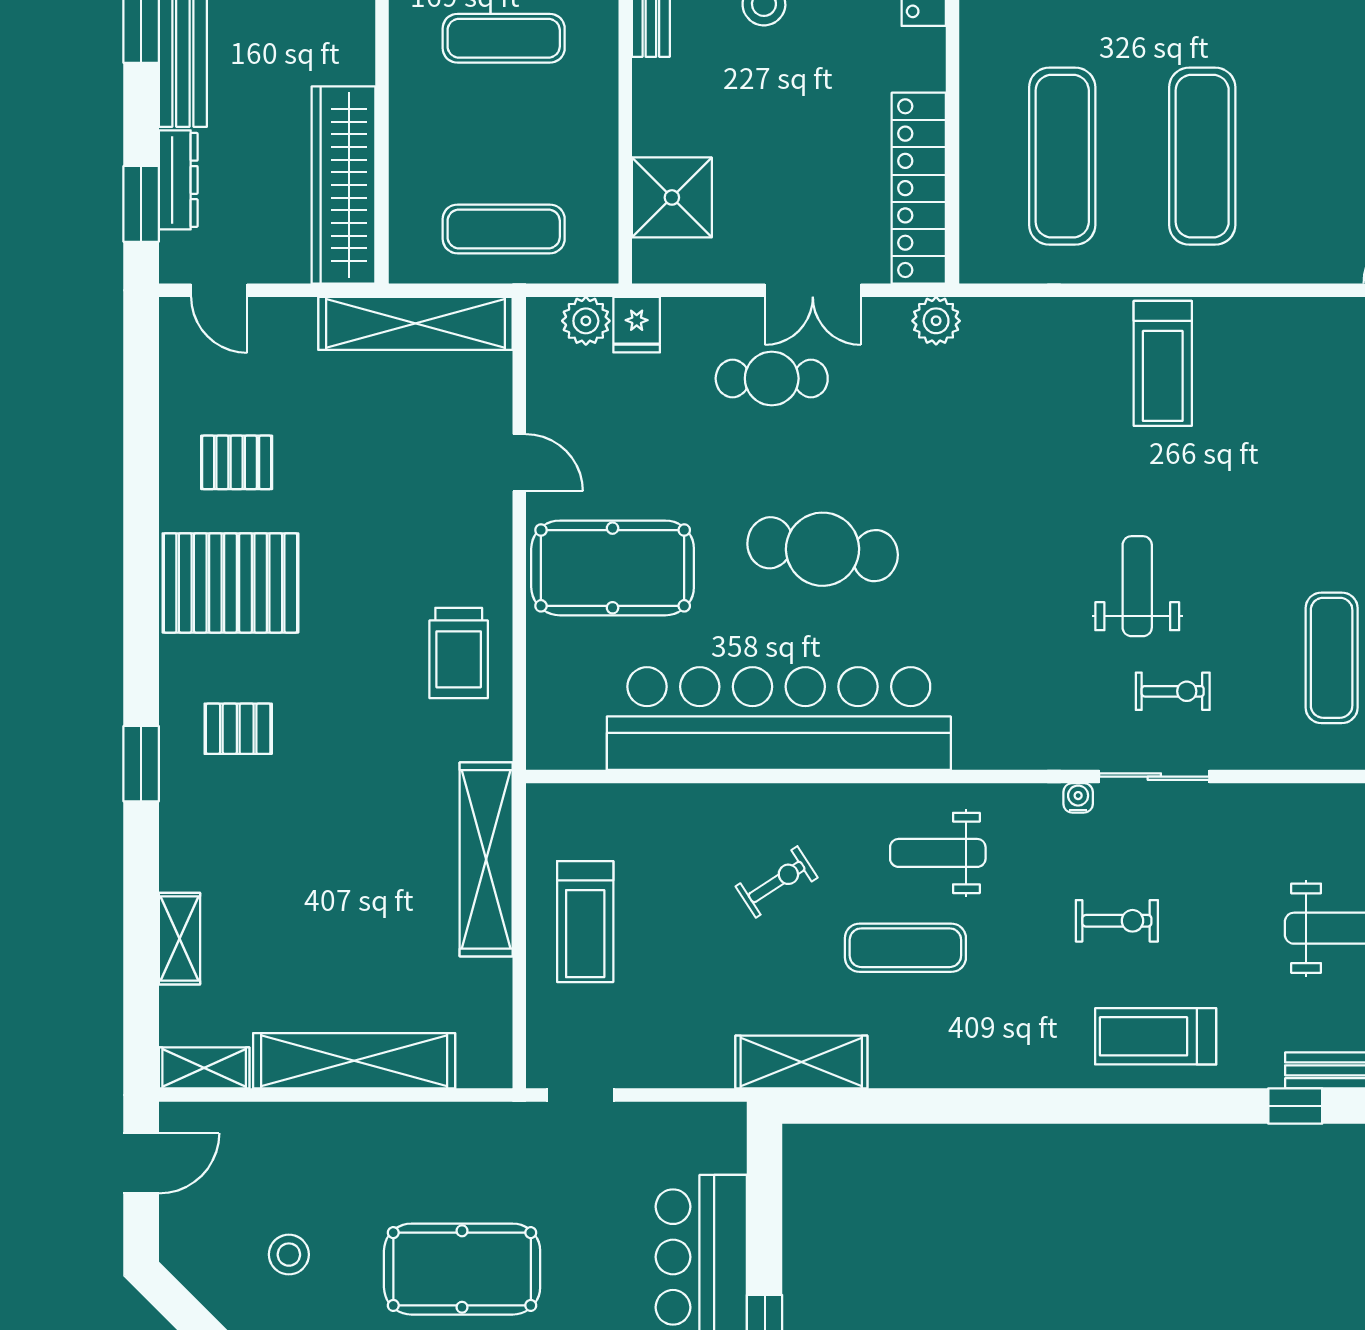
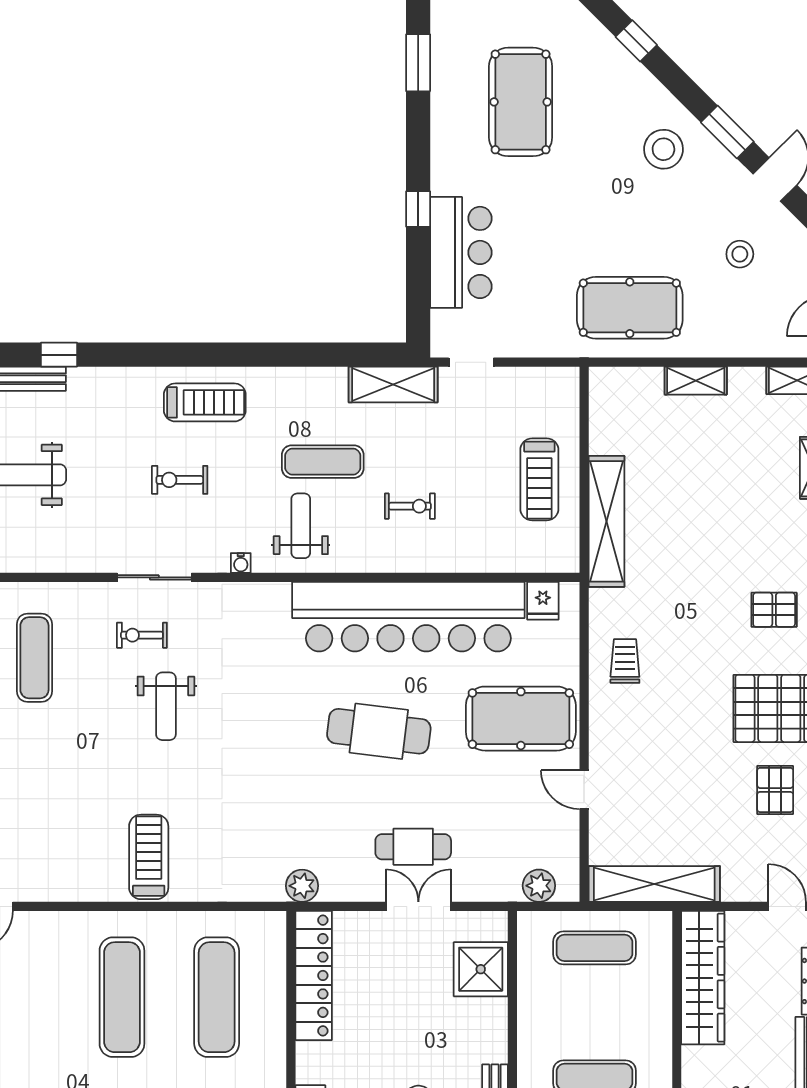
double door: (813, 290) -> (418, 906), moved
fridge: (637, 325) -> (543, 601), moved, turned 180
pallet: (237, 462) -> (775, 790), turned 90
trolley: (459, 653) -> (625, 661), width x0.73, depth x0.72
water cooler: (1078, 798) -> (241, 563), moved
weight bench: (938, 853) -> (301, 526), turned -90
exercise bike: (777, 882) -> (410, 506), turned -147
treadmill: (585, 922) -> (539, 479), turned 180
treadmill: (1156, 1036) -> (205, 402), moved
shelving: (354, 1061) -> (696, 381), width x0.45, depth x0.75
doorway: (581, 1095) -> (471, 362), moved
pool table: (462, 1269) -> (630, 308), moved

